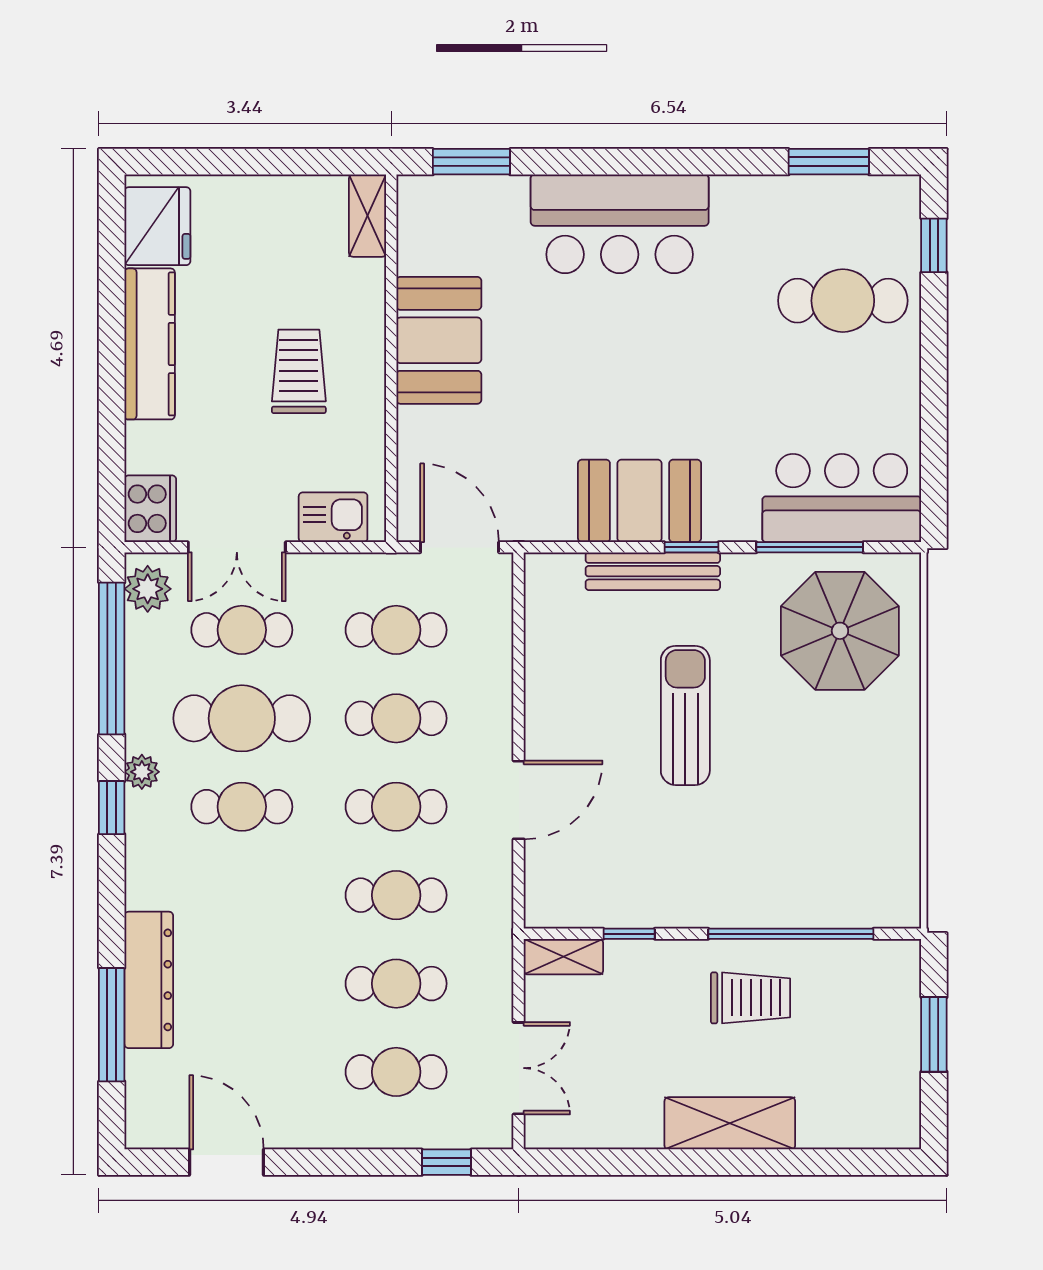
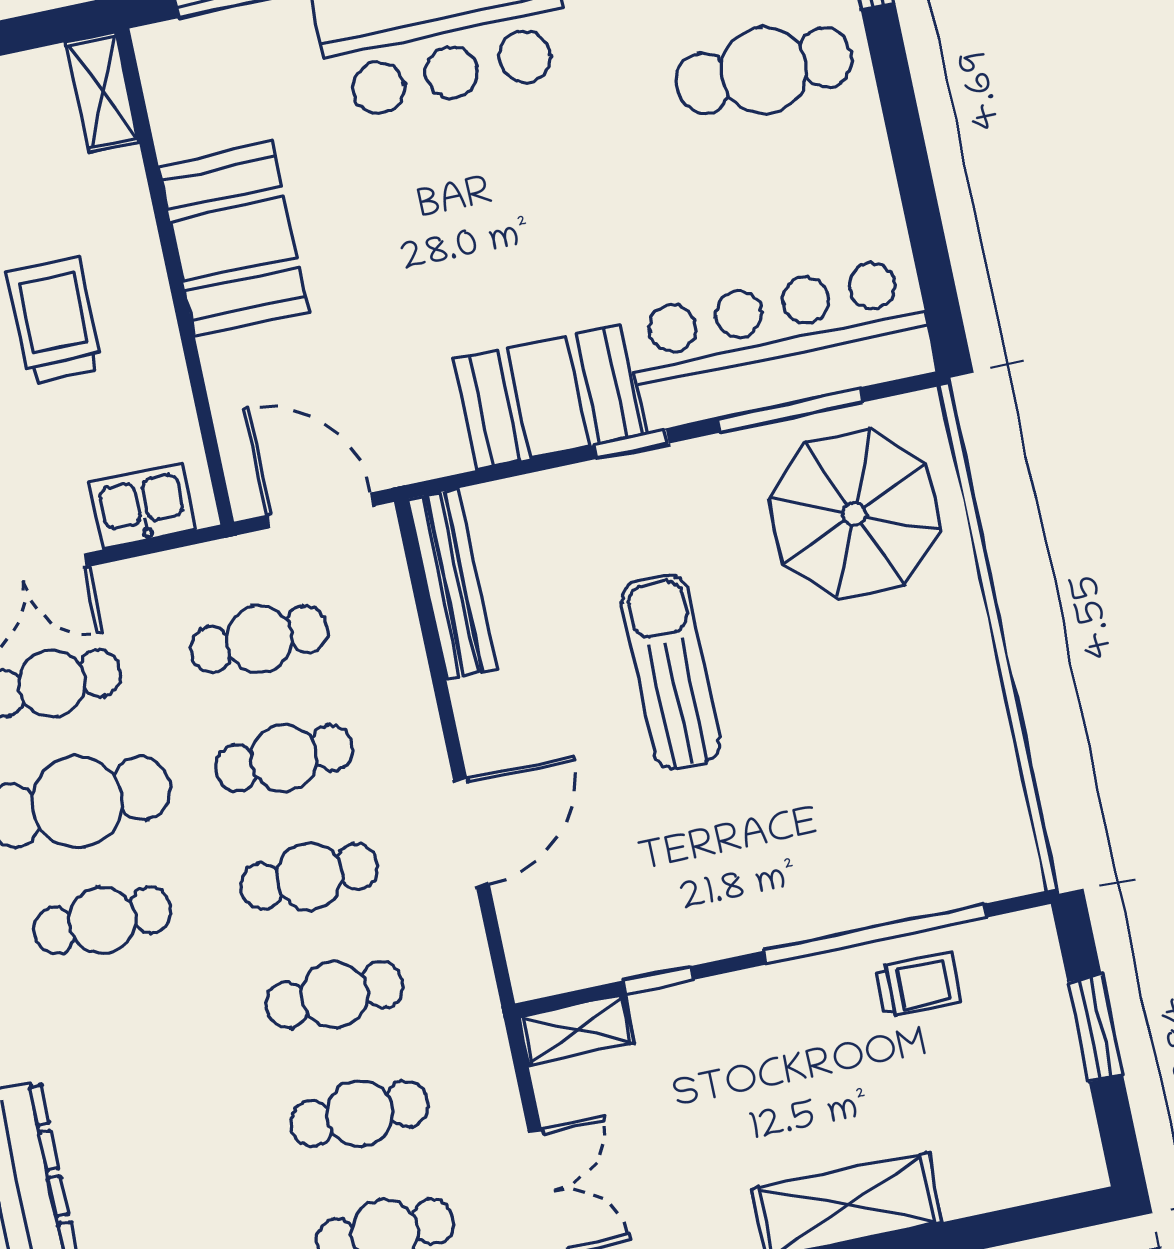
bar counter: (842, 498) -> (780, 344), width x1.36
bench: (653, 571) -> (452, 584), moved, turned 90
trolley: (751, 998) -> (918, 985), moved, width x0.73, depth x0.72

